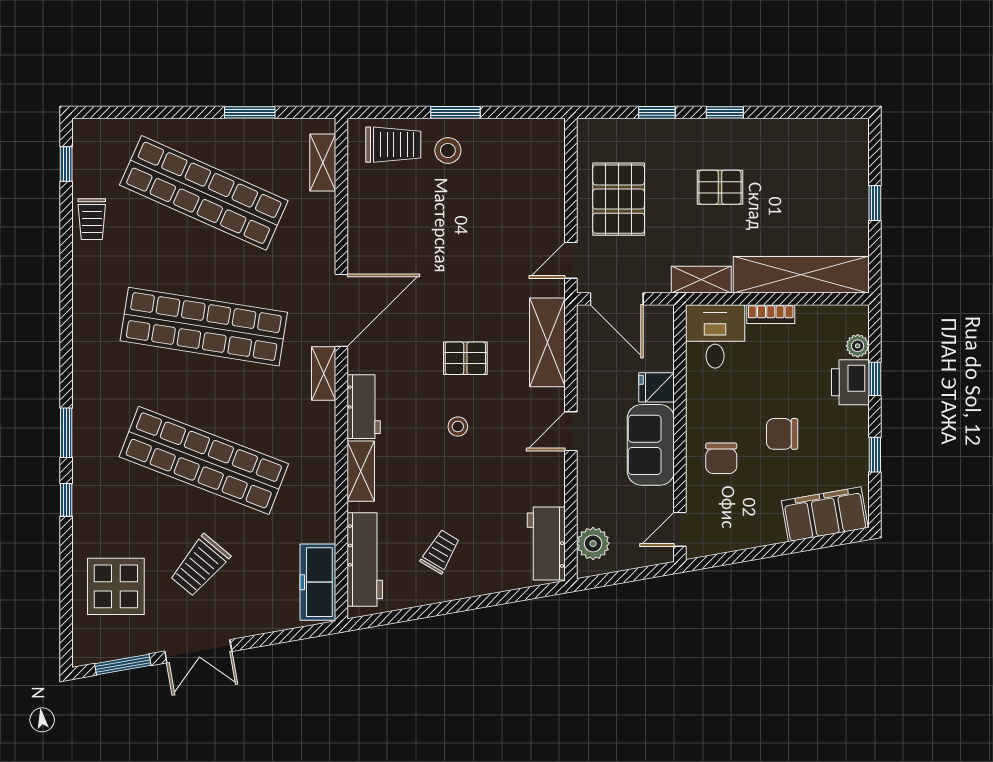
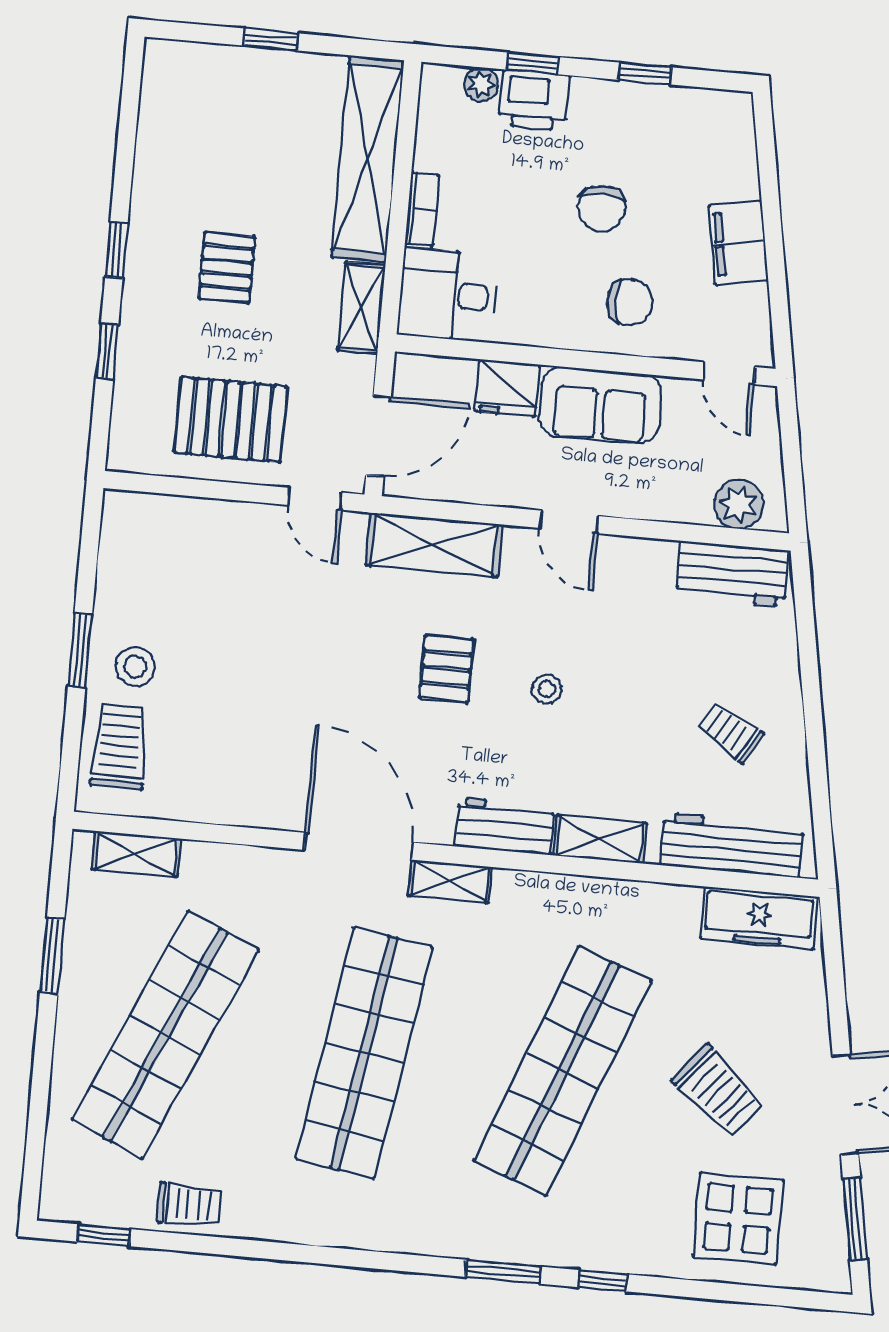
fridge: (657, 387) -> (507, 388), width x1.38
filing cabinet: (825, 514) -> (738, 243), moved, width x0.67, depth x0.86

